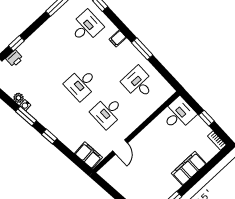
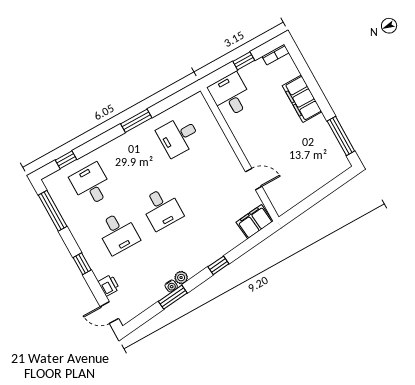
filing cabinet: (118, 38) -> (116, 148), removed
window: (16, 43) -> (82, 264), moved
plant: (19, 98) -> (181, 278), moved
desk: (107, 112) -> (118, 233), moved
window: (26, 116) -> (173, 297), moved

